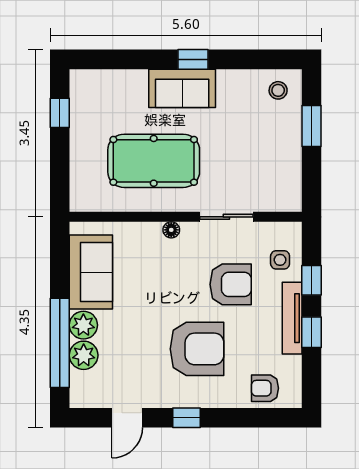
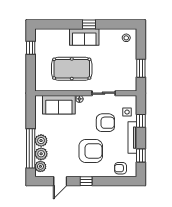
window: (312, 126) -> (141, 68), moved
sofa: (91, 272) -> (59, 105), moved, turned 90
window: (312, 332) -> (141, 155), moved
plant: (82, 384) -> (40, 166), added

